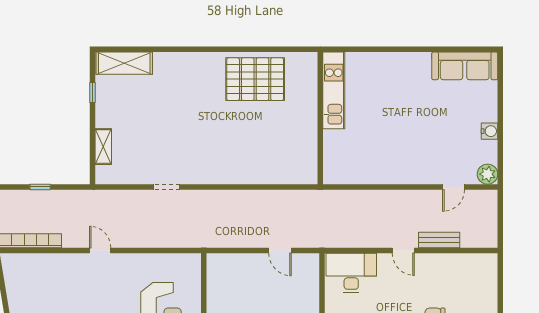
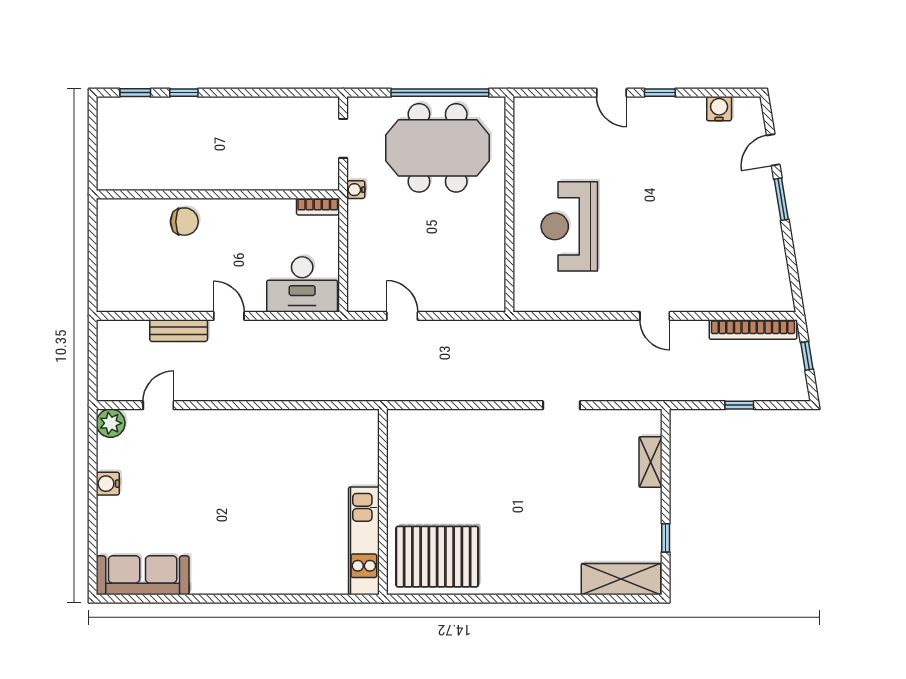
kitchen unit: (334, 90) -> (364, 541), moved
wall: (320, 118) -> (383, 502), moved

